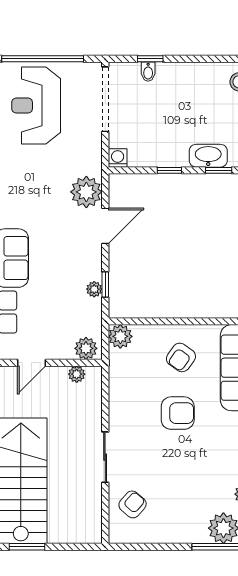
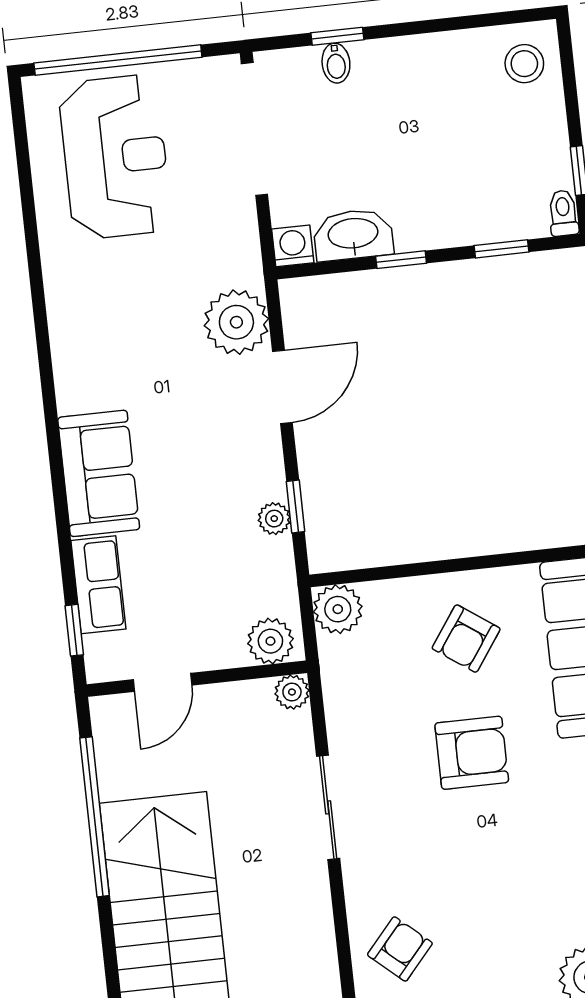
reception desk: (36, 105) -> (115, 157), turned 180
washbasin: (208, 156) -> (353, 235), moved
plant: (77, 374) -> (292, 692), moved
sliding door: (105, 457) -> (328, 807), moved

